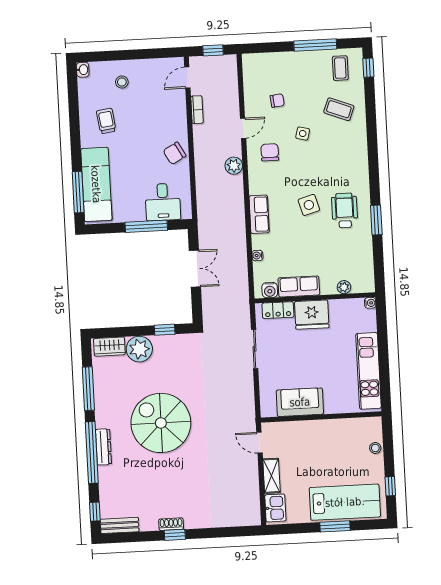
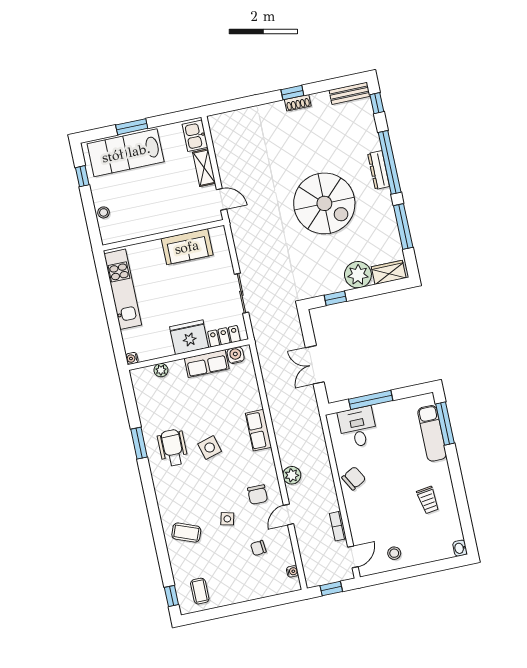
window: (315, 45) -> (229, 610), removed
stool: (122, 82) -> (394, 553), moved
coffee table: (339, 109) -> (186, 533), moved
exam couch: (96, 184) -> (432, 433), width x0.73, depth x0.69
wheelchair: (345, 210) -> (173, 448), turned 180
water cooler: (257, 255) -> (292, 571), moved

